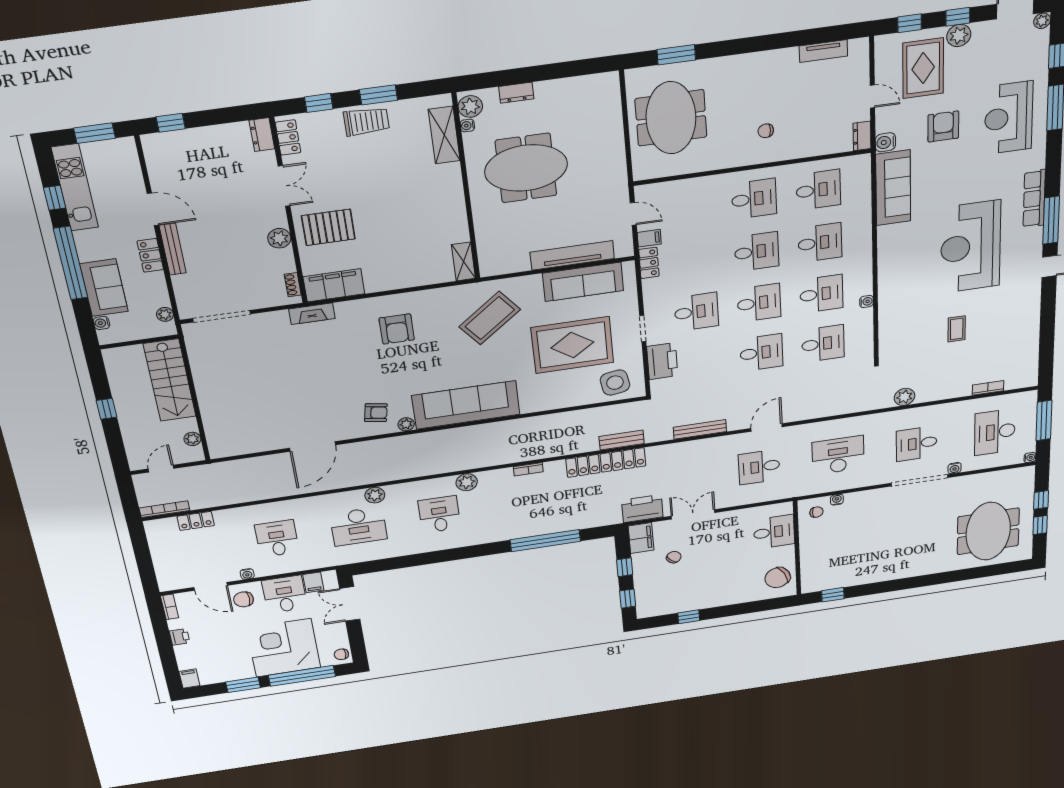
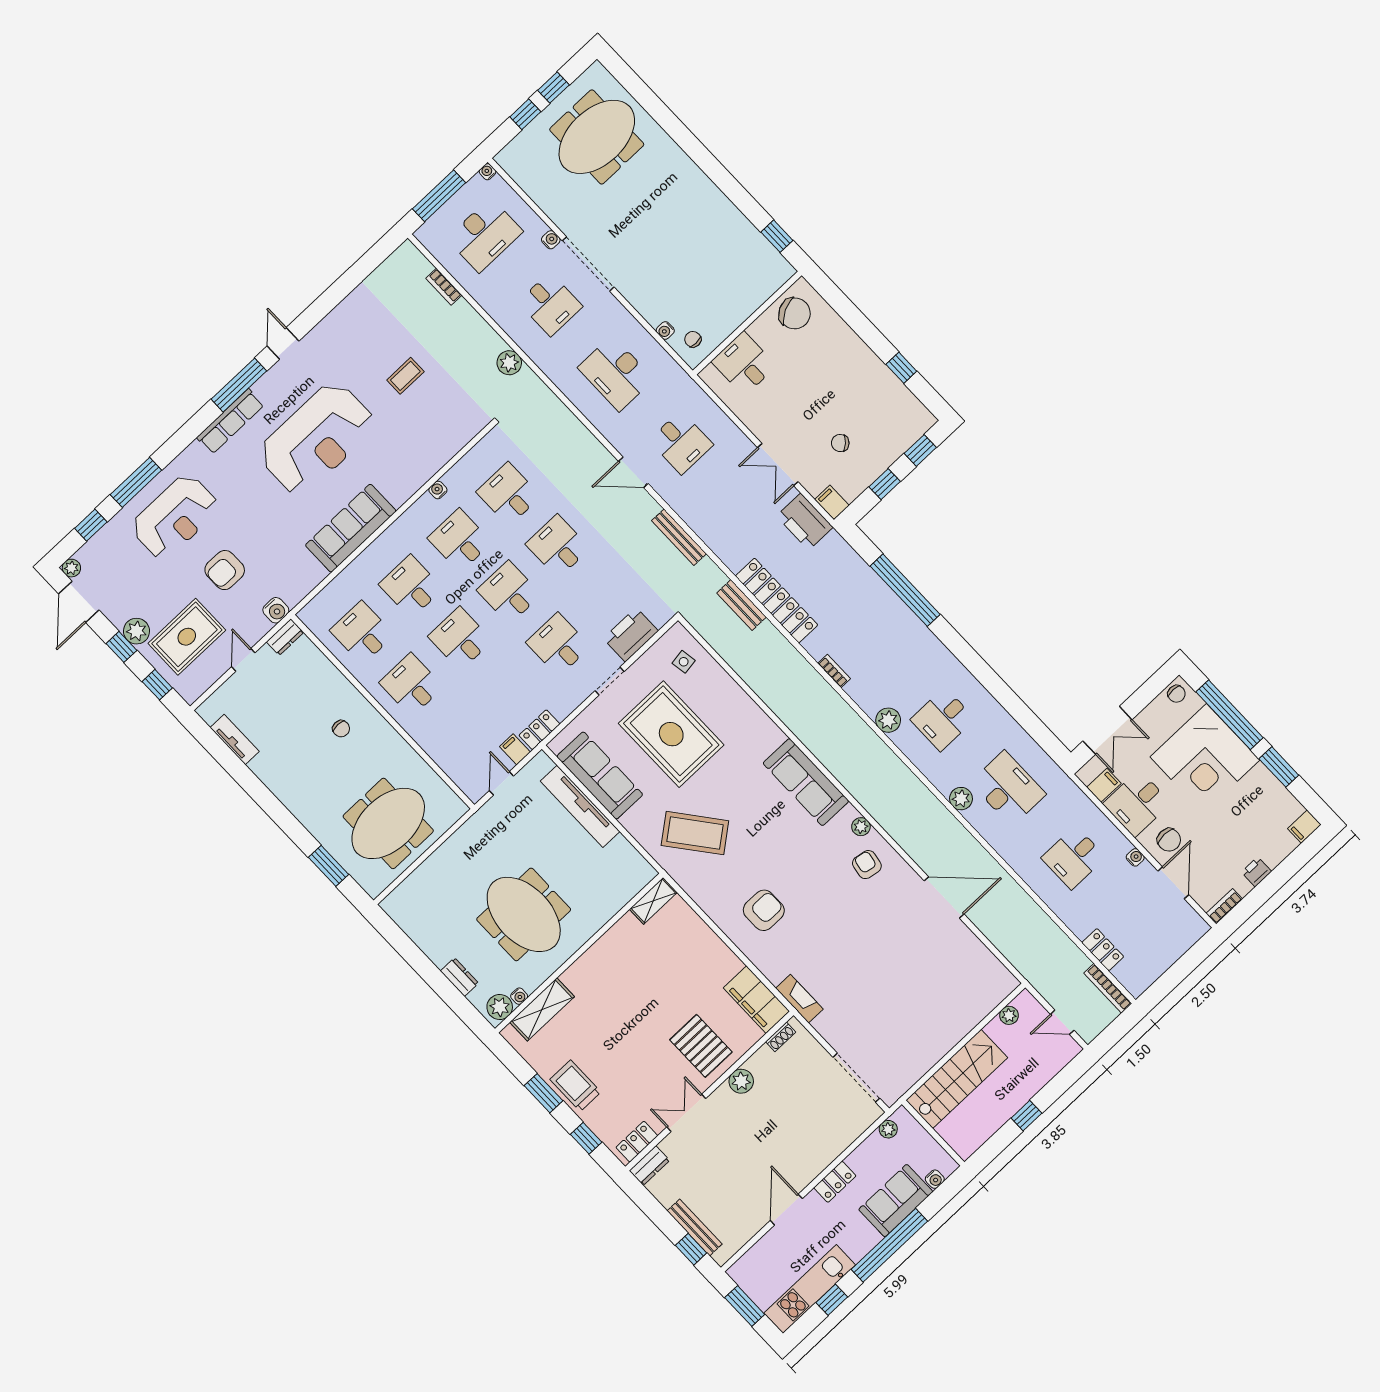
sofa: (893, 188) -> (351, 528), moved
bench: (173, 249) -> (695, 1227), moved, turned 90
side table: (615, 383) -> (684, 662), width x0.54, depth x0.54
sofa: (466, 405) -> (806, 782), width x0.74, depth x0.79
filing cabinet: (641, 538) -> (832, 502), width x0.50

